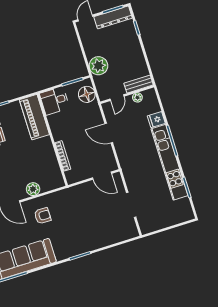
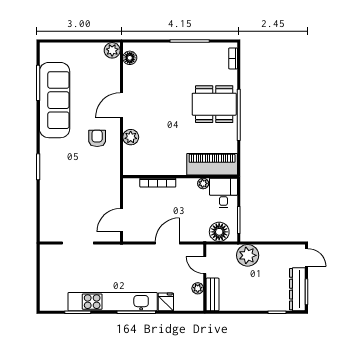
plant: (52, 119) -> (203, 183), added
armchair: (43, 216) -> (97, 138), turned 180

